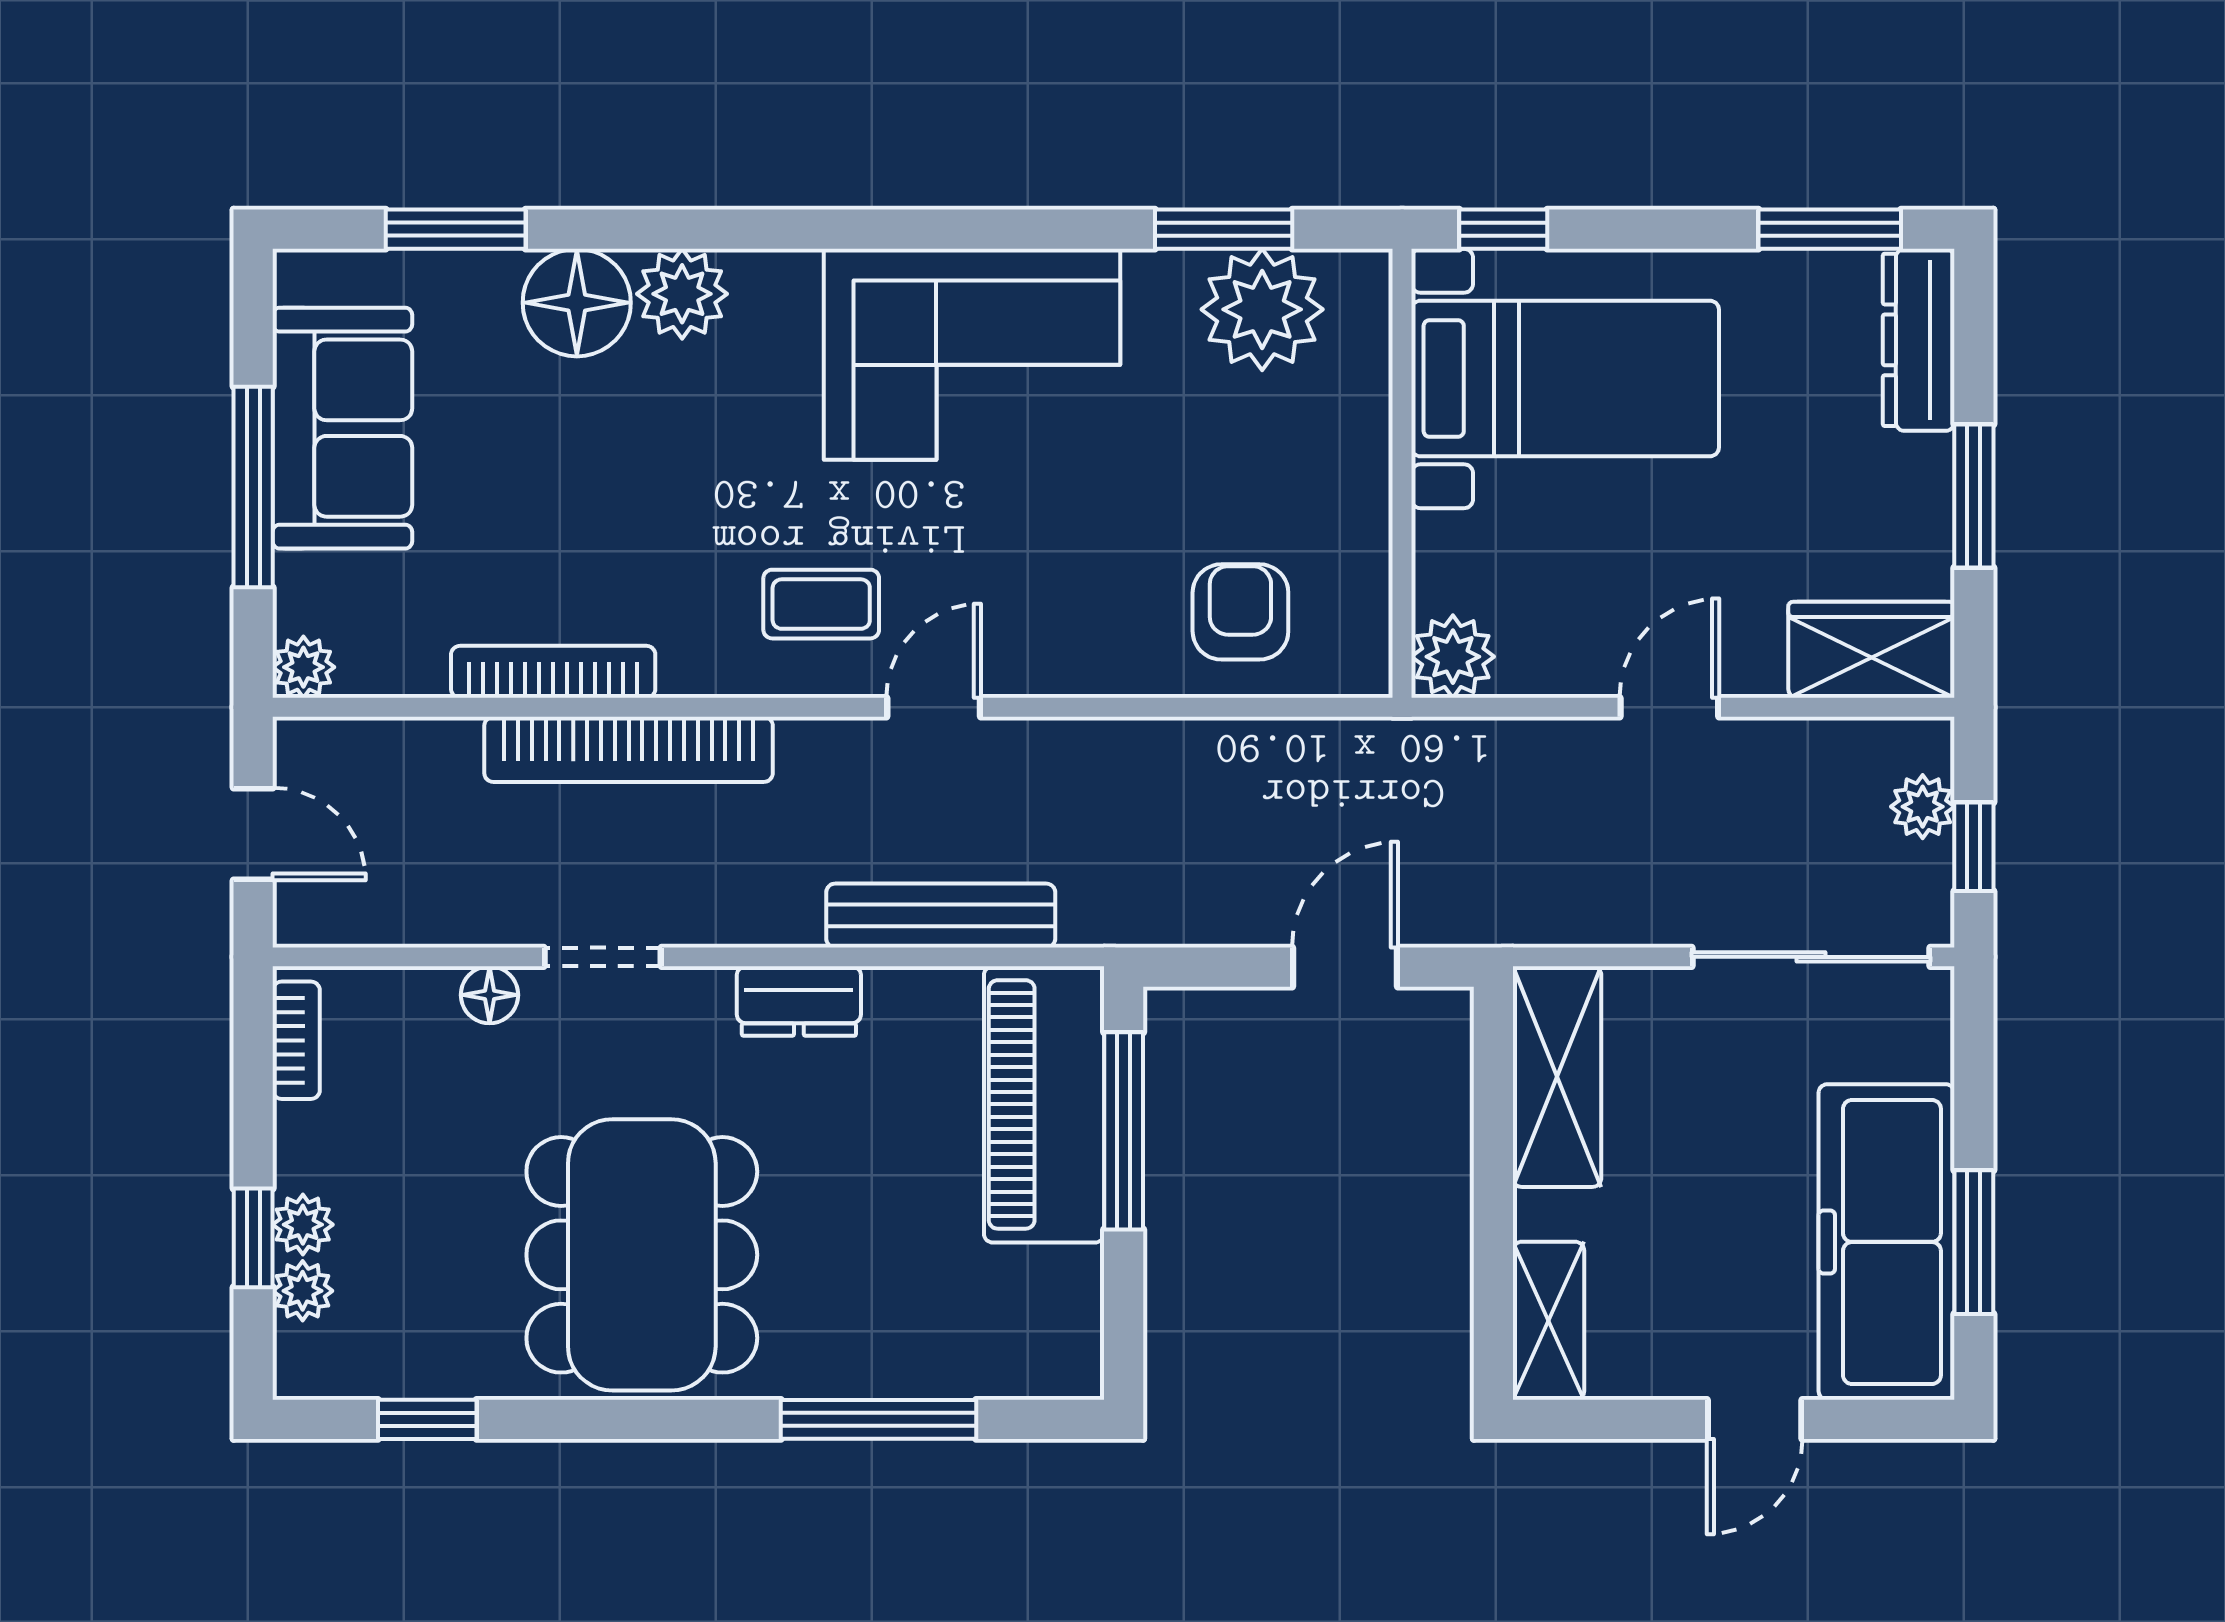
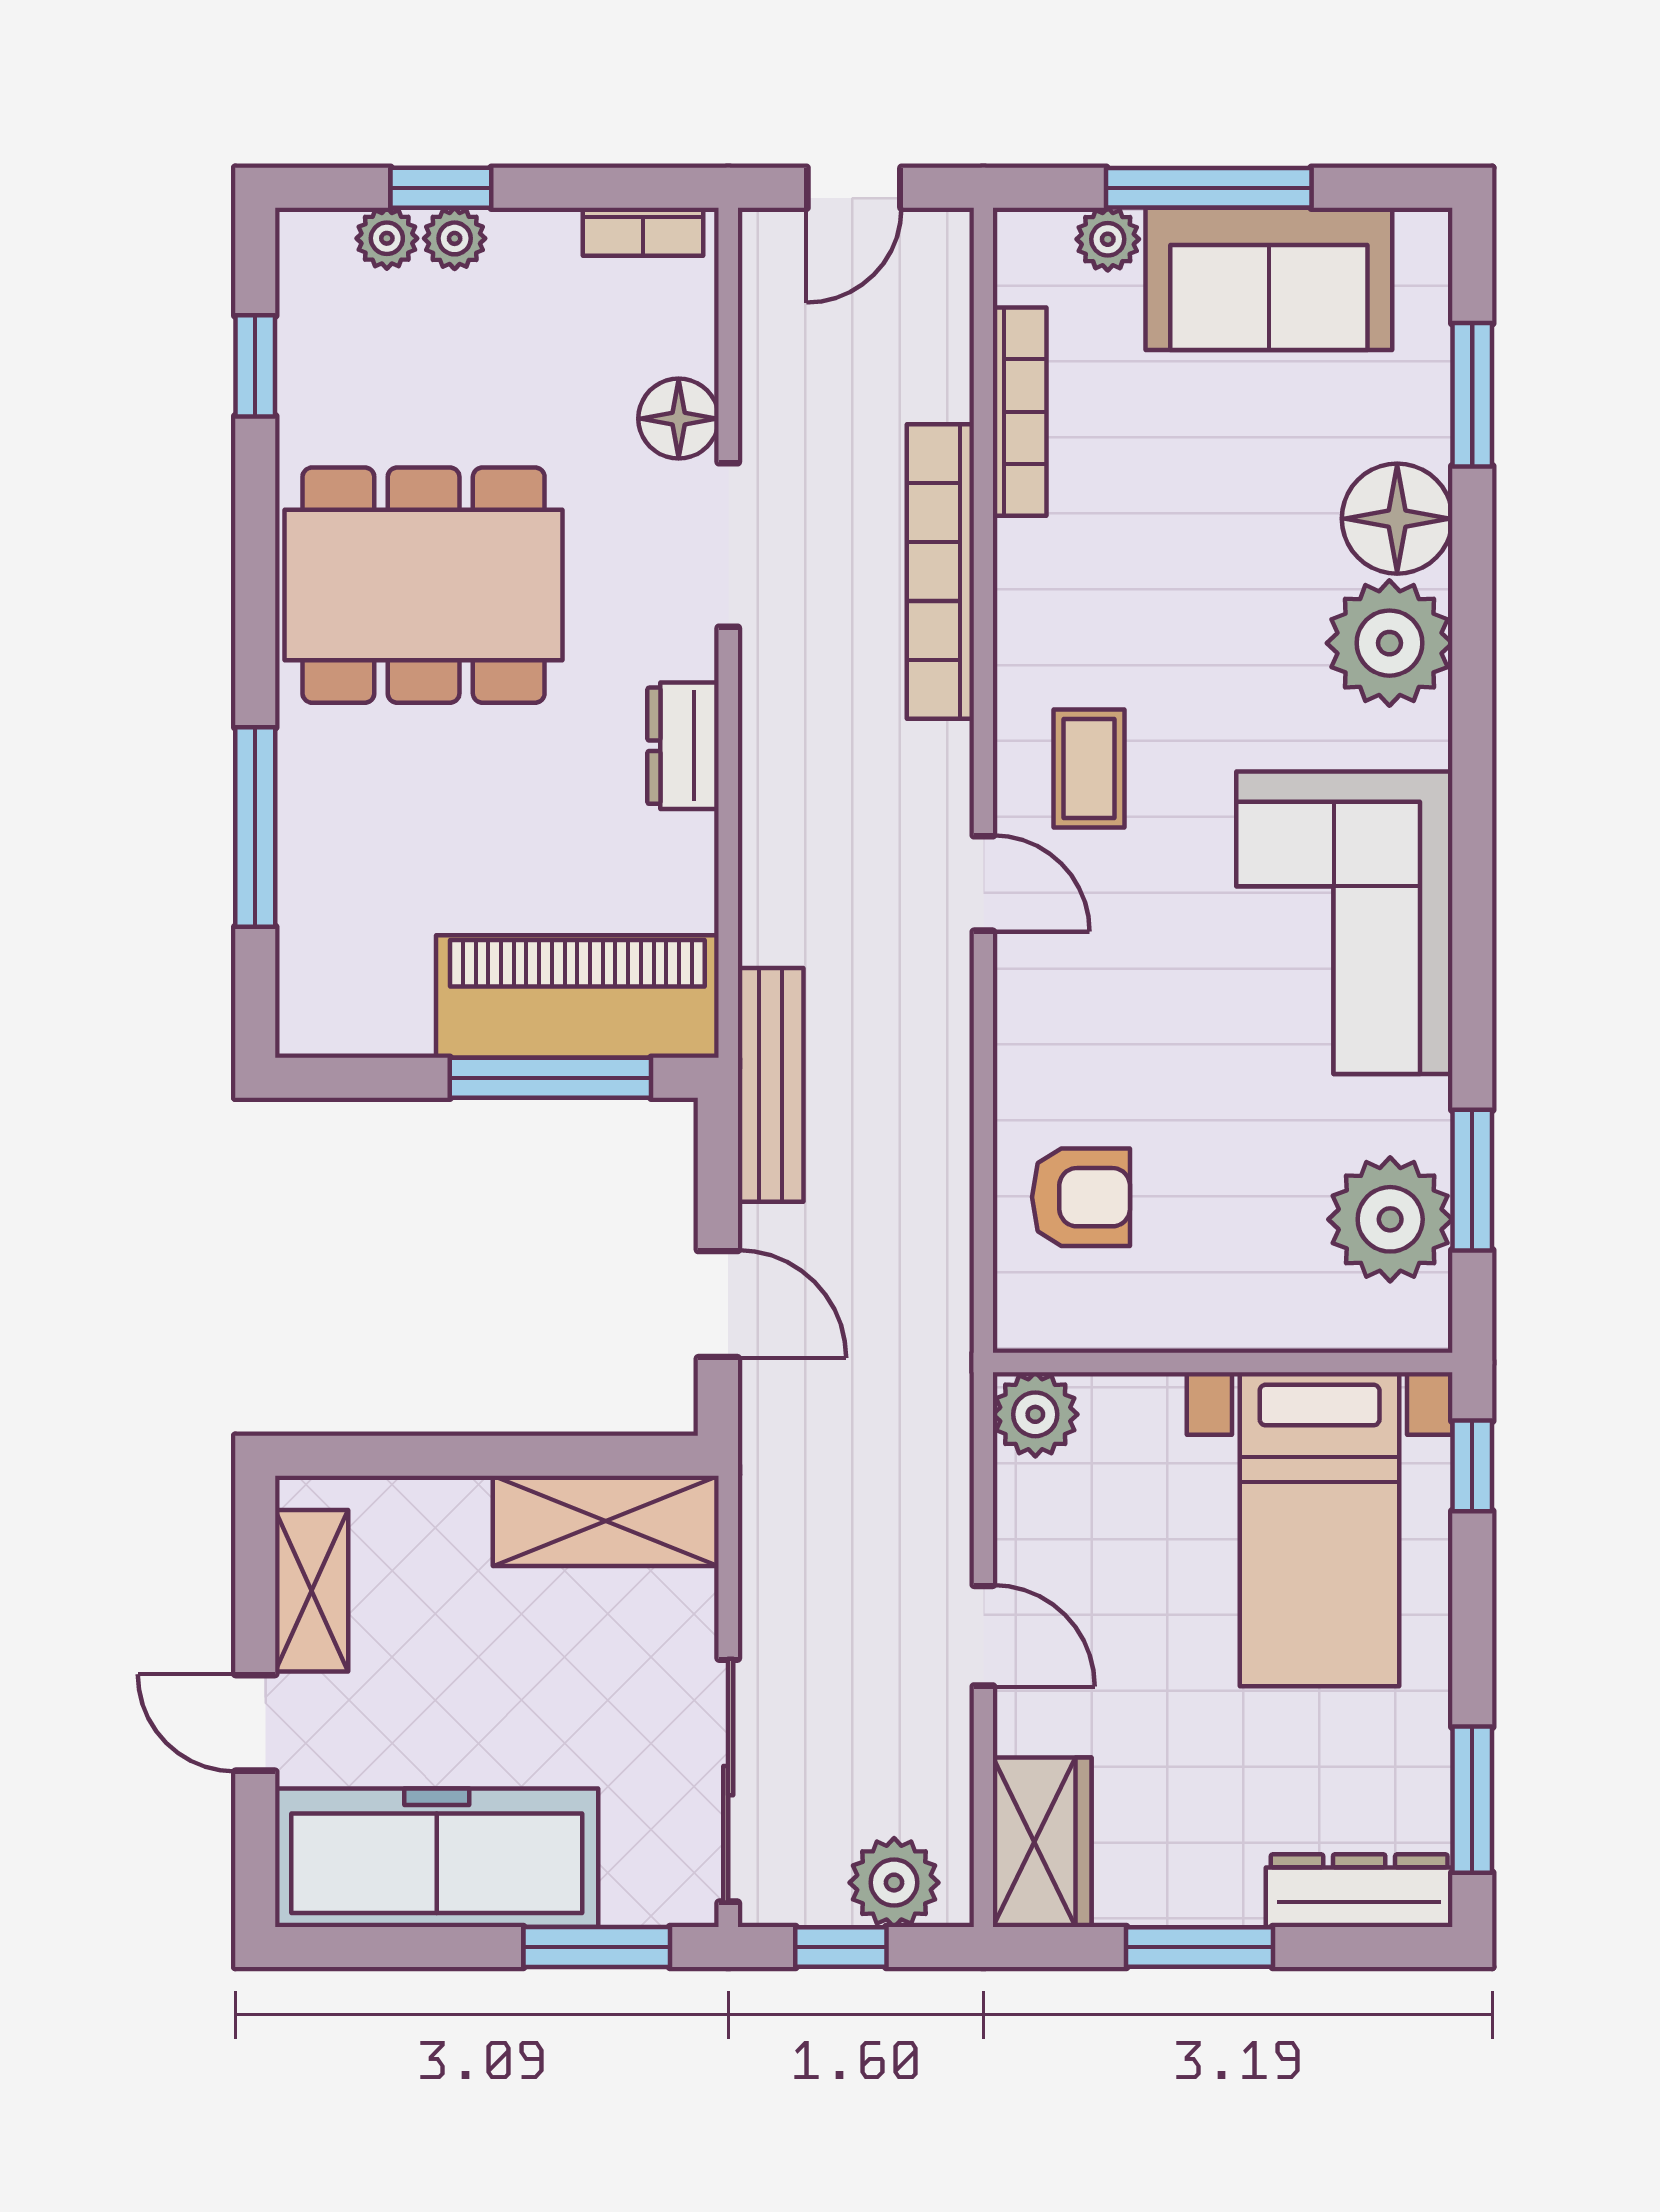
plant: (682, 294) -> (1389, 643), width x1.36, depth x1.36
plant: (303, 667) -> (1108, 239), moved
bookcase: (553, 672) -> (1020, 412), moved
plant: (1923, 807) -> (894, 1883), width x1.38, depth x1.38
bench: (941, 915) -> (771, 1085), moved
doorway: (603, 957) -> (728, 545), width x1.38
floor lamp: (490, 995) -> (679, 419), width x1.37, depth x1.37
window: (1974, 1242) -> (597, 1947), moved
shelving: (1548, 1321) -> (312, 1591), moved, turned 90

